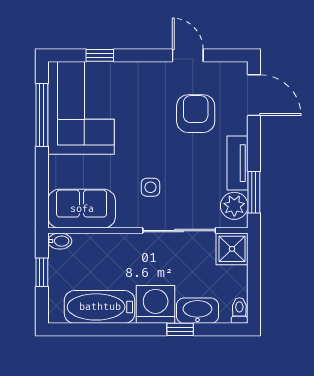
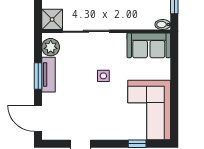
armchair: (196, 114) -> (75, 106), removed
window: (42, 115) -> (174, 105), removed
side table: (150, 187) -> (103, 76), moved
window: (254, 192) -> (38, 76), moved

